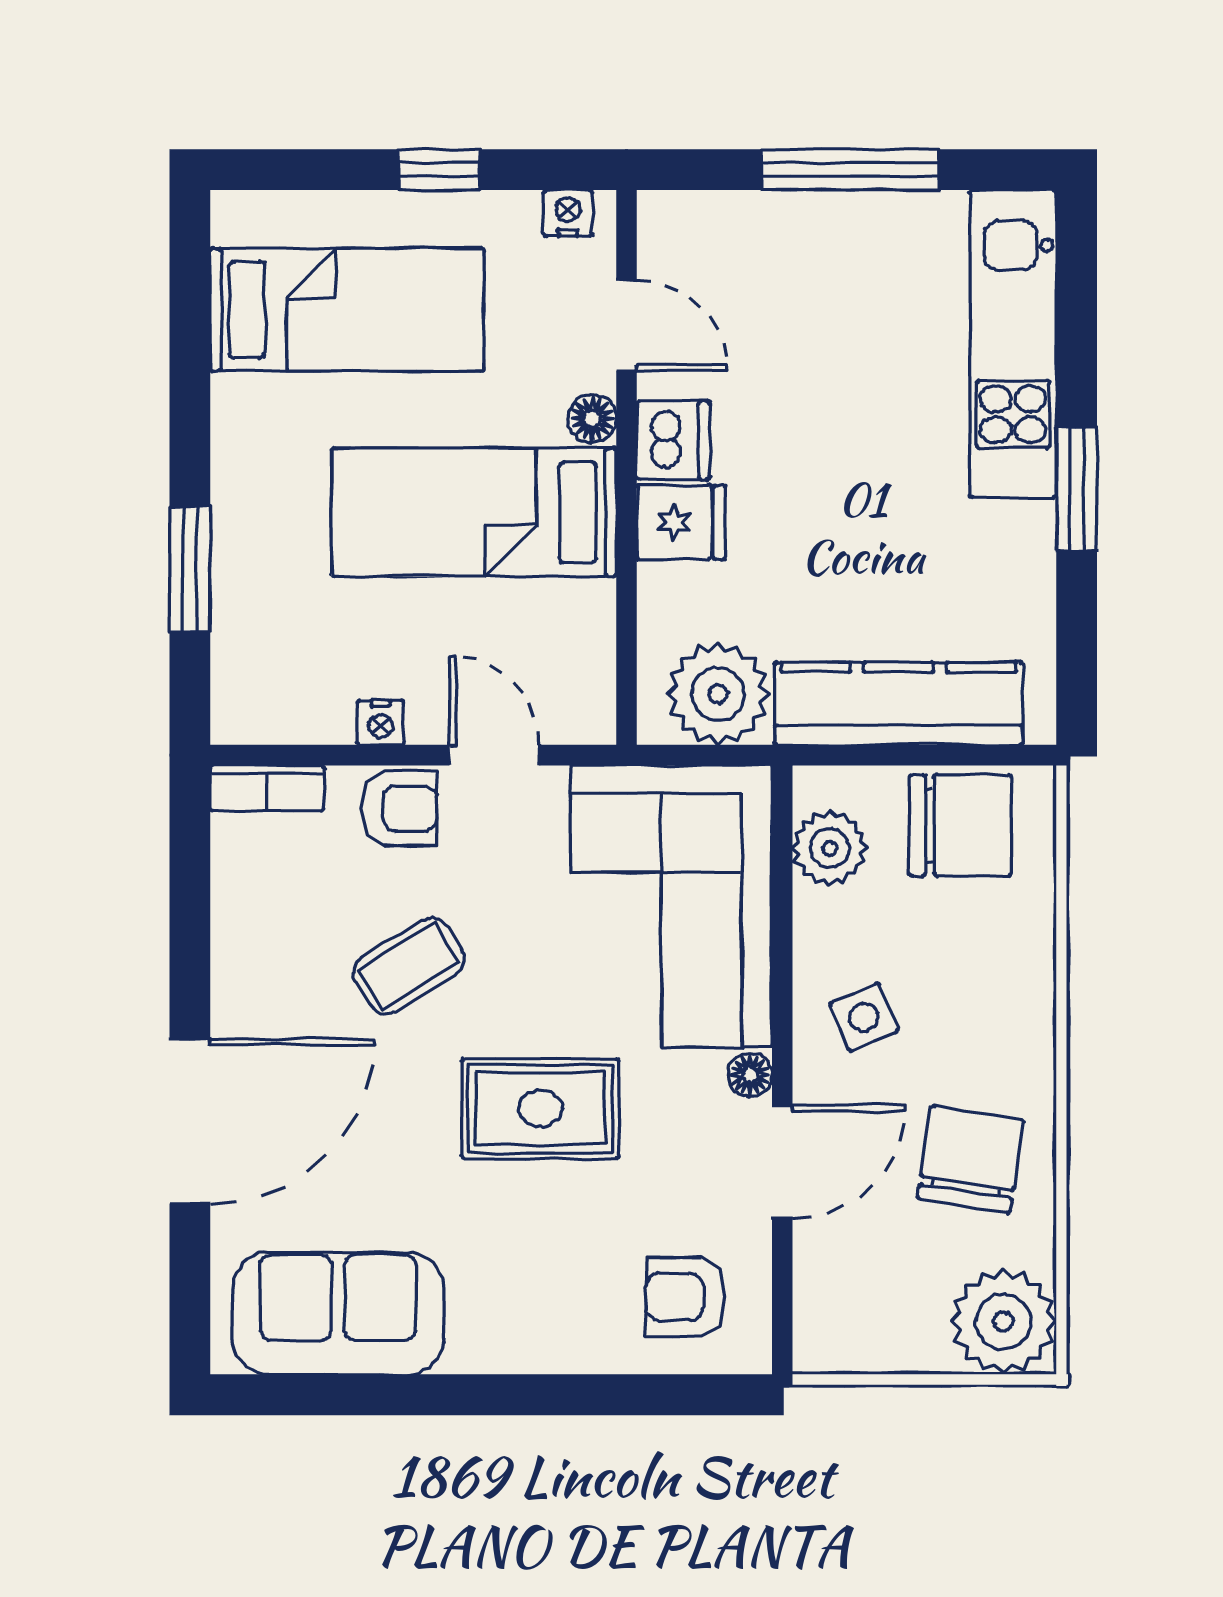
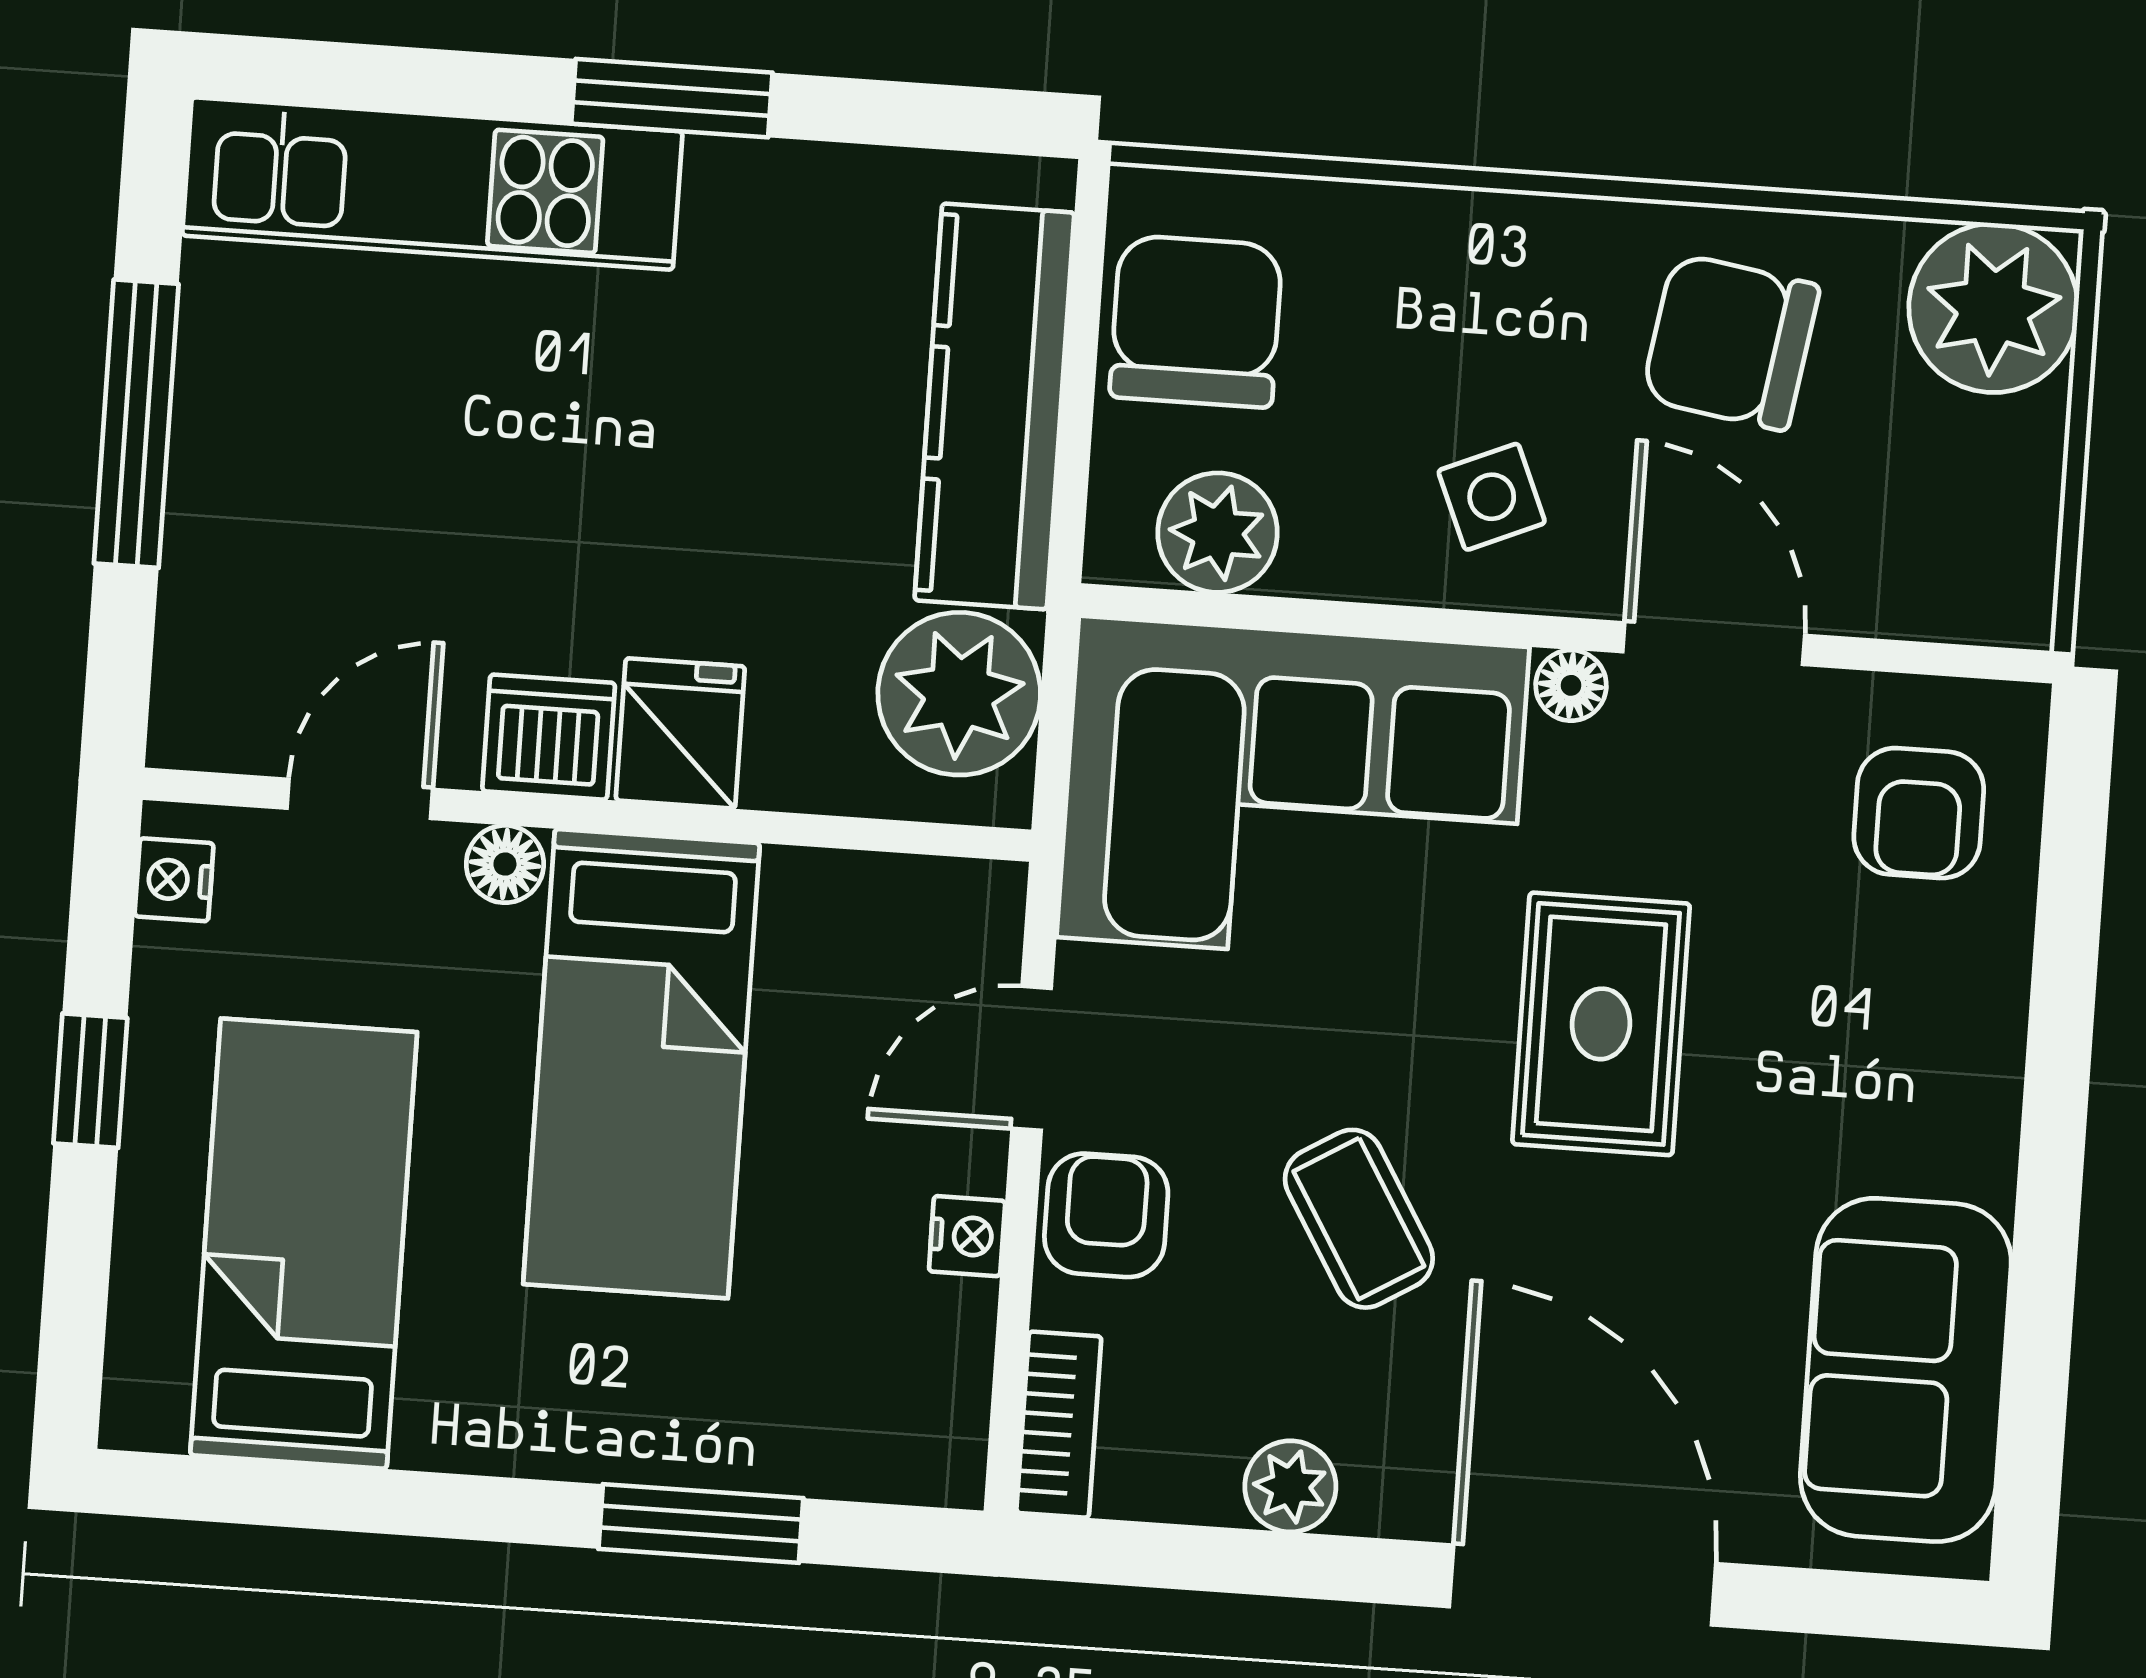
plant: (239, 935) -> (1290, 1486), added

